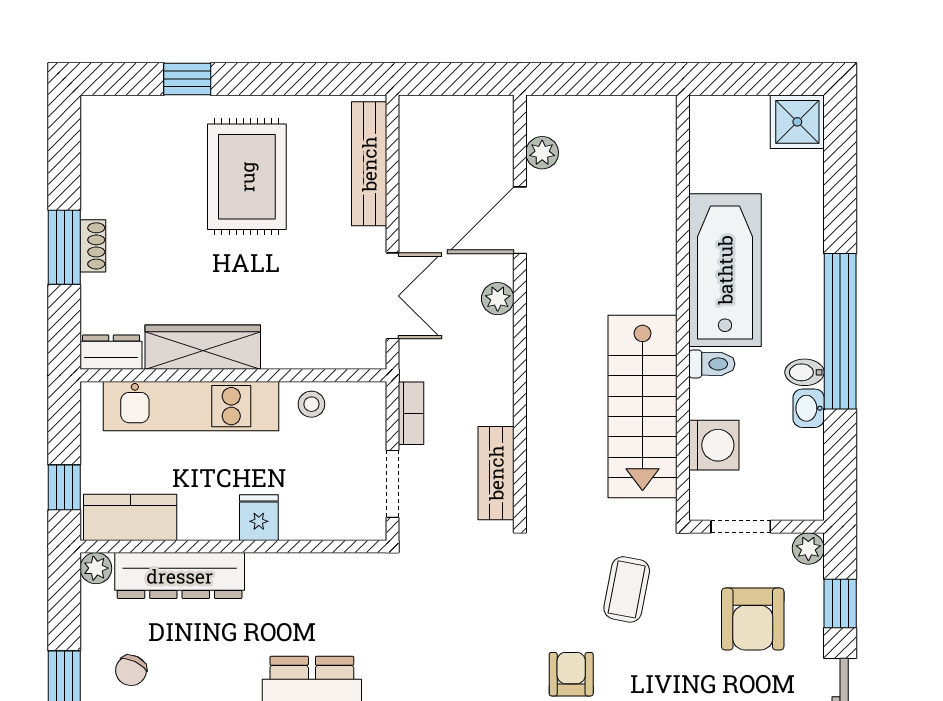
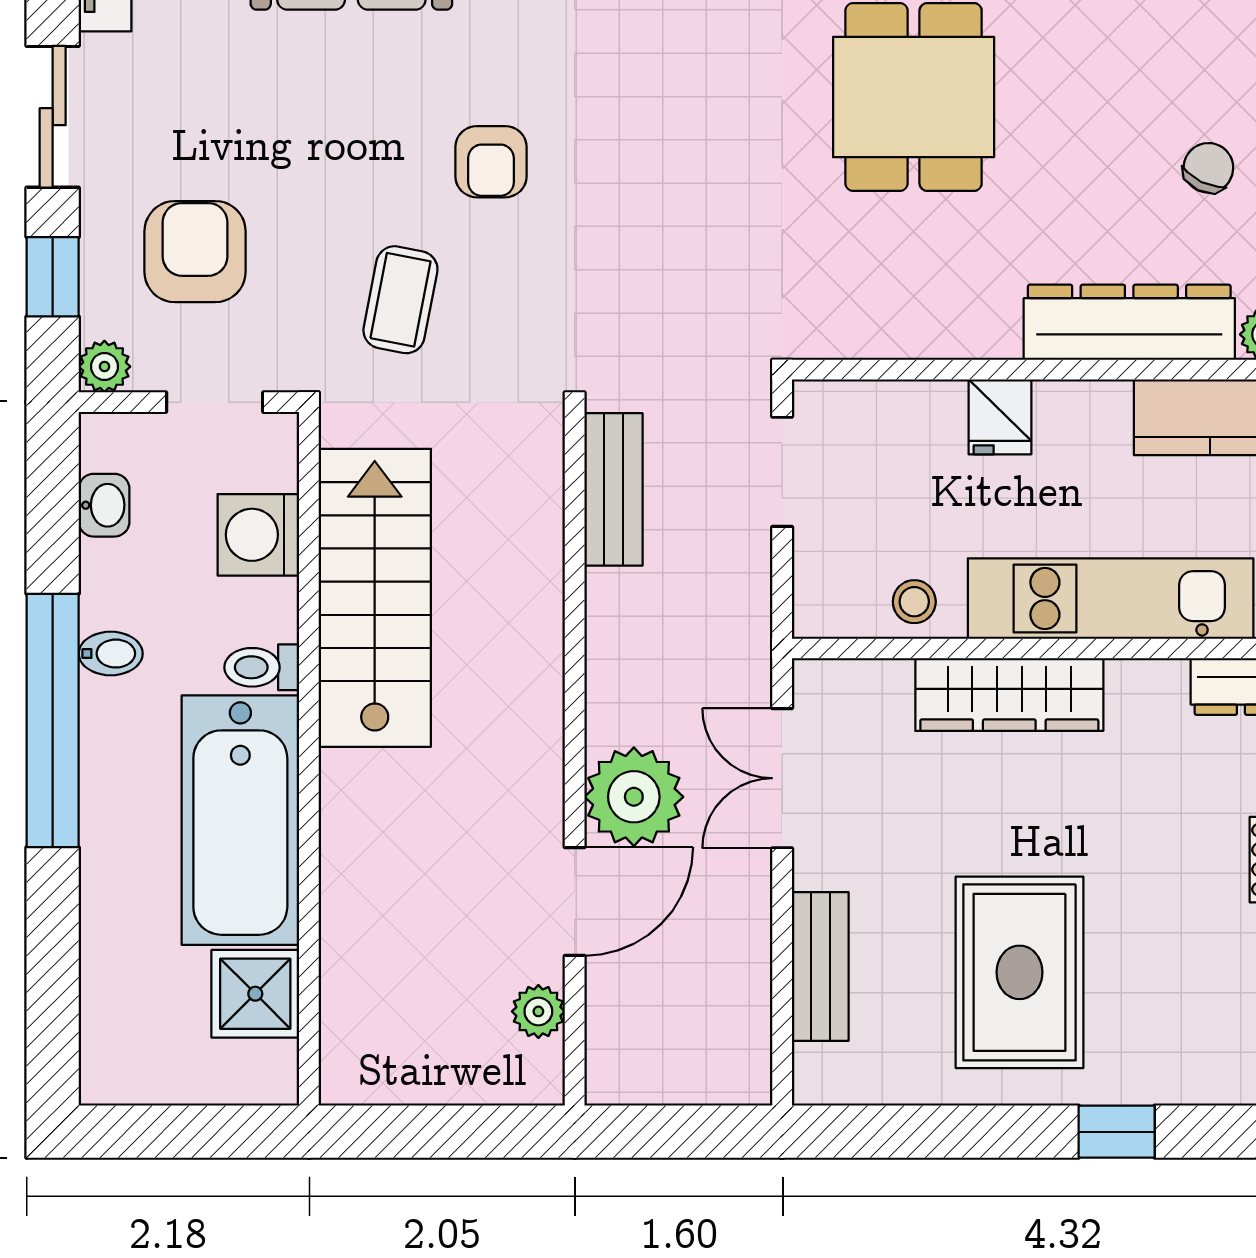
shower: (797, 122) -> (255, 994), moved
bench: (369, 164) -> (820, 966), width x0.73
plant: (498, 299) -> (634, 797), width x1.87, depth x1.87
wardrobe: (203, 347) -> (1009, 695), moved
washbasin: (809, 408) -> (104, 505), moved
bookcase: (411, 413) -> (752, 587), removed

